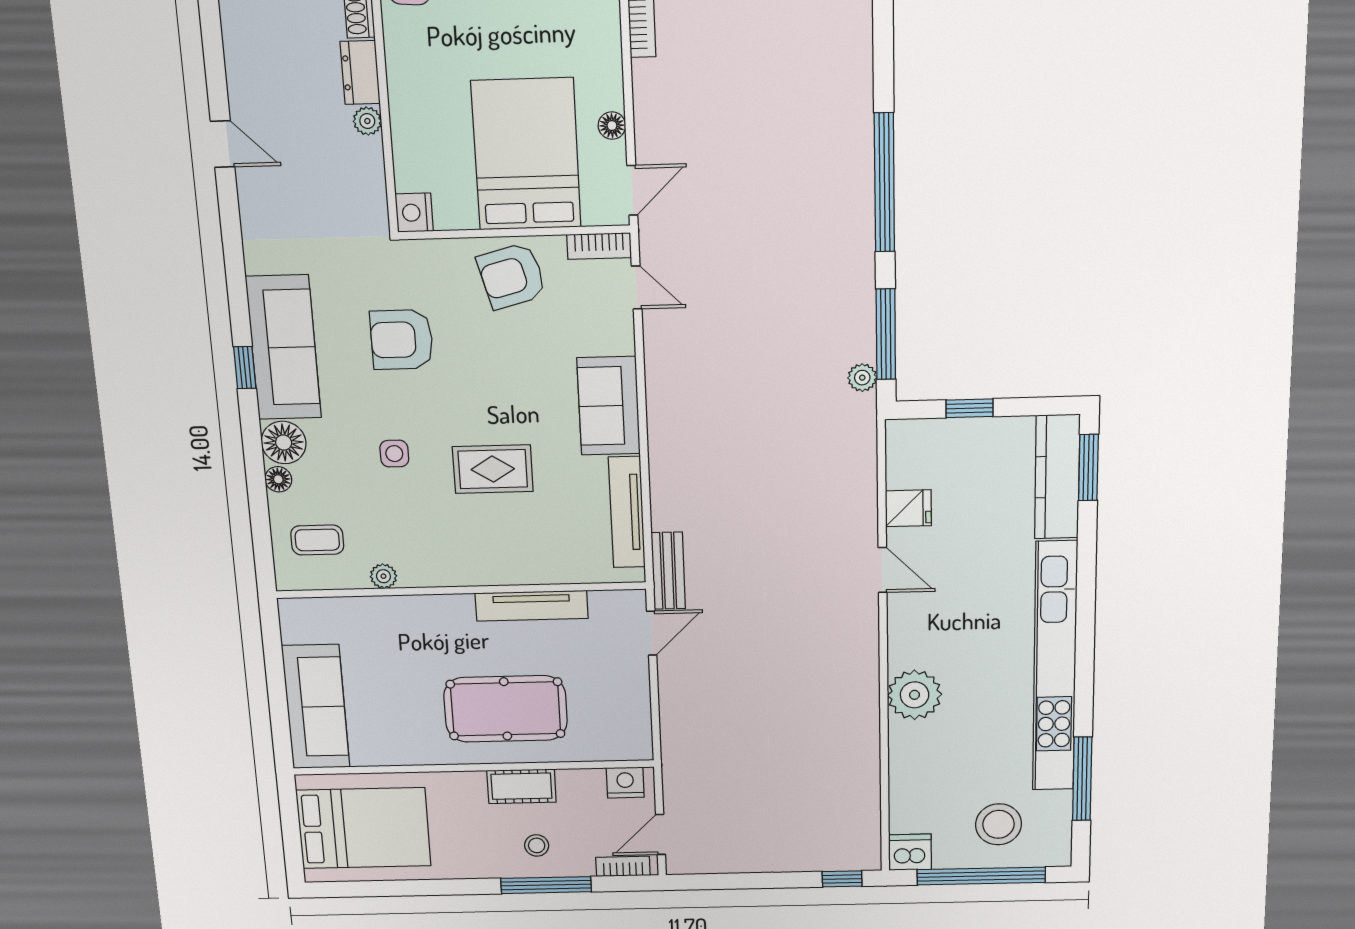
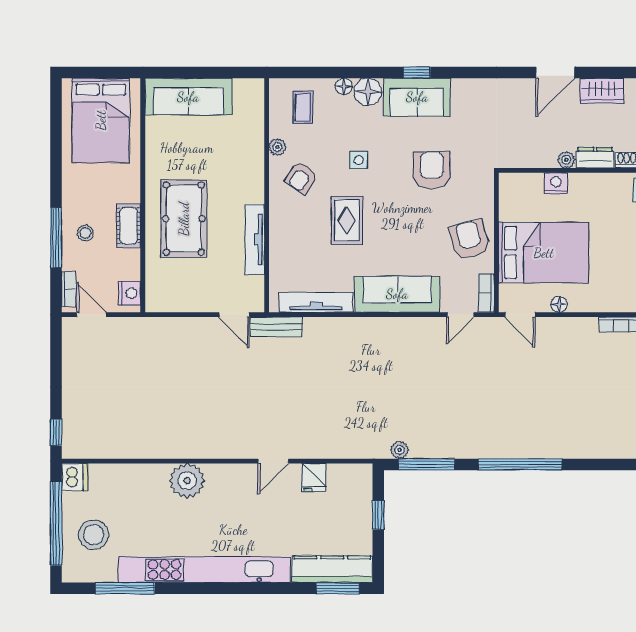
wardrobe: (246, 65) -> (602, 91), added
door: (223, 144) -> (555, 72), width x1.38
nightstand: (414, 213) -> (556, 183), moved
sofa: (283, 347) -> (417, 97), width x0.73
sofa: (609, 406) -> (397, 294), width x1.36
armchair: (429, 540) -> (301, 177), added

